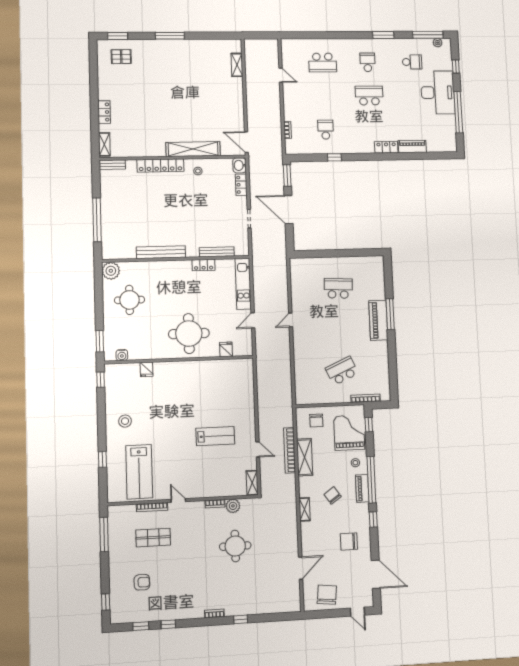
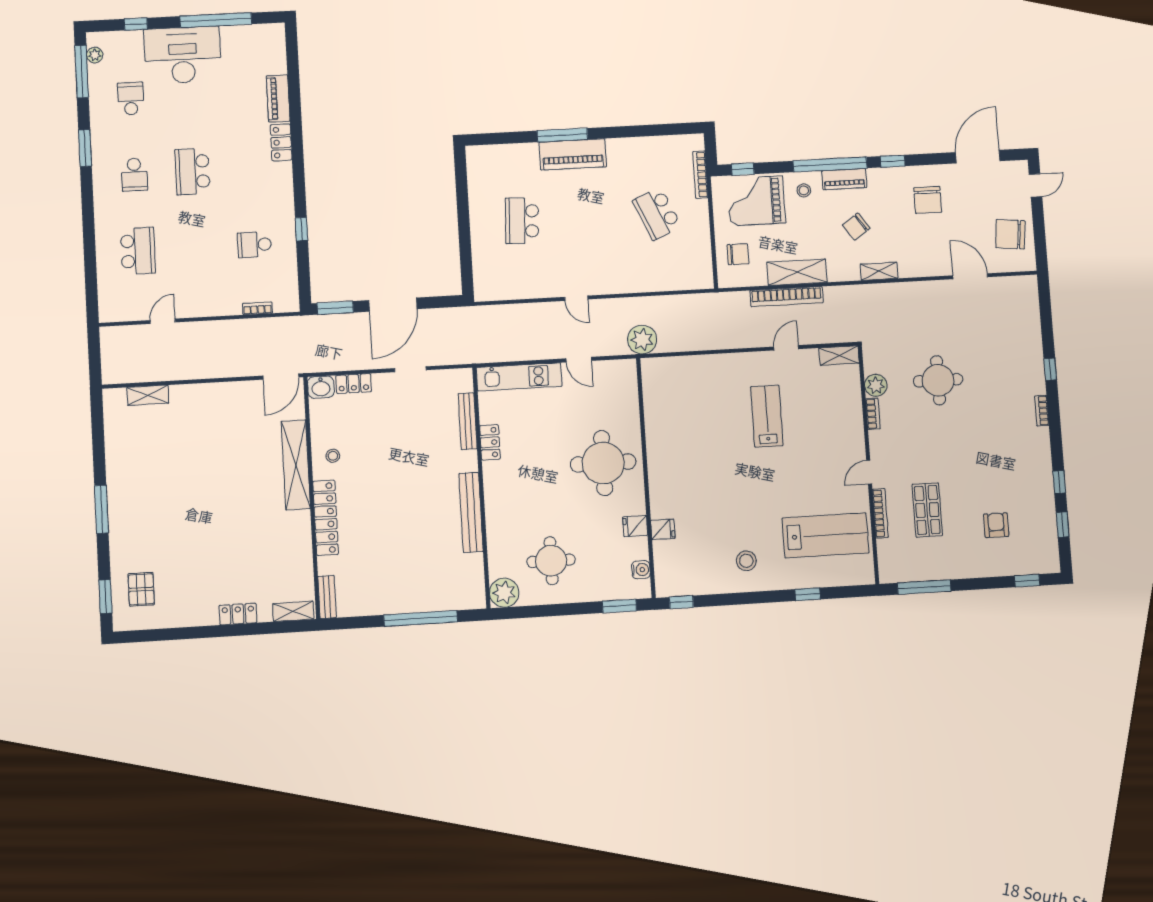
school desk: (368, 62) -> (134, 175), turned -90
fridge: (226, 349) -> (635, 526), moved
plant: (264, 360) -> (642, 340), added

